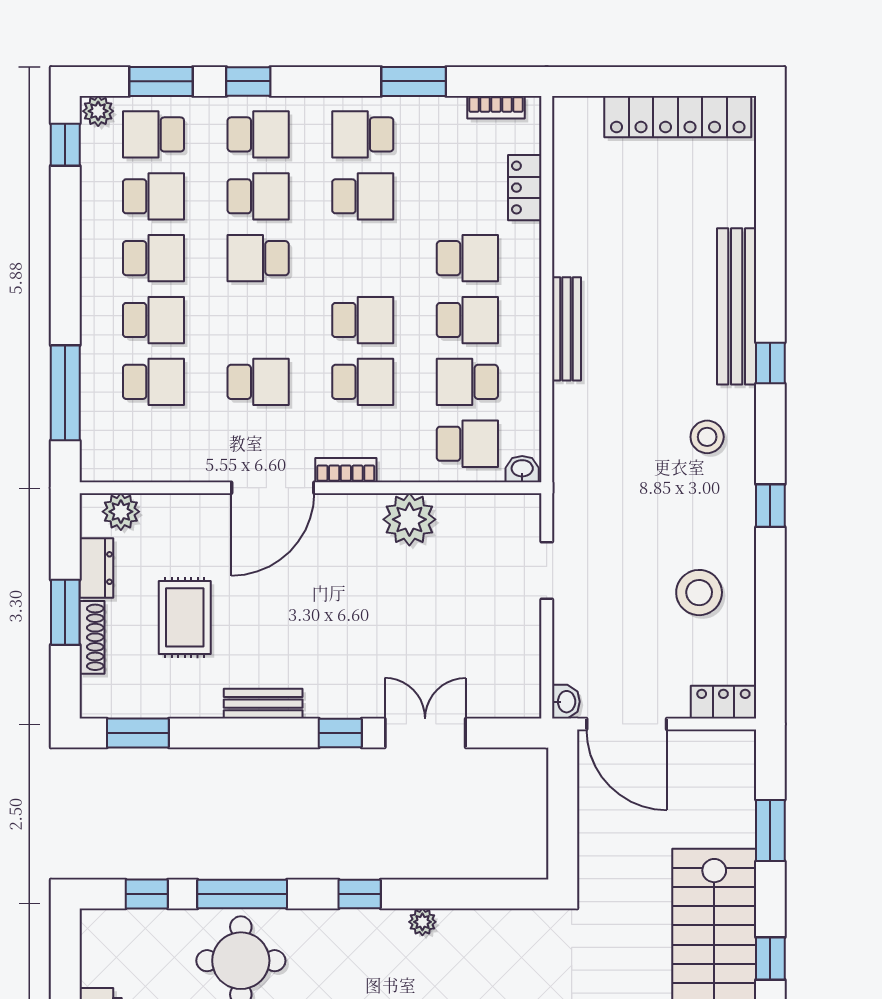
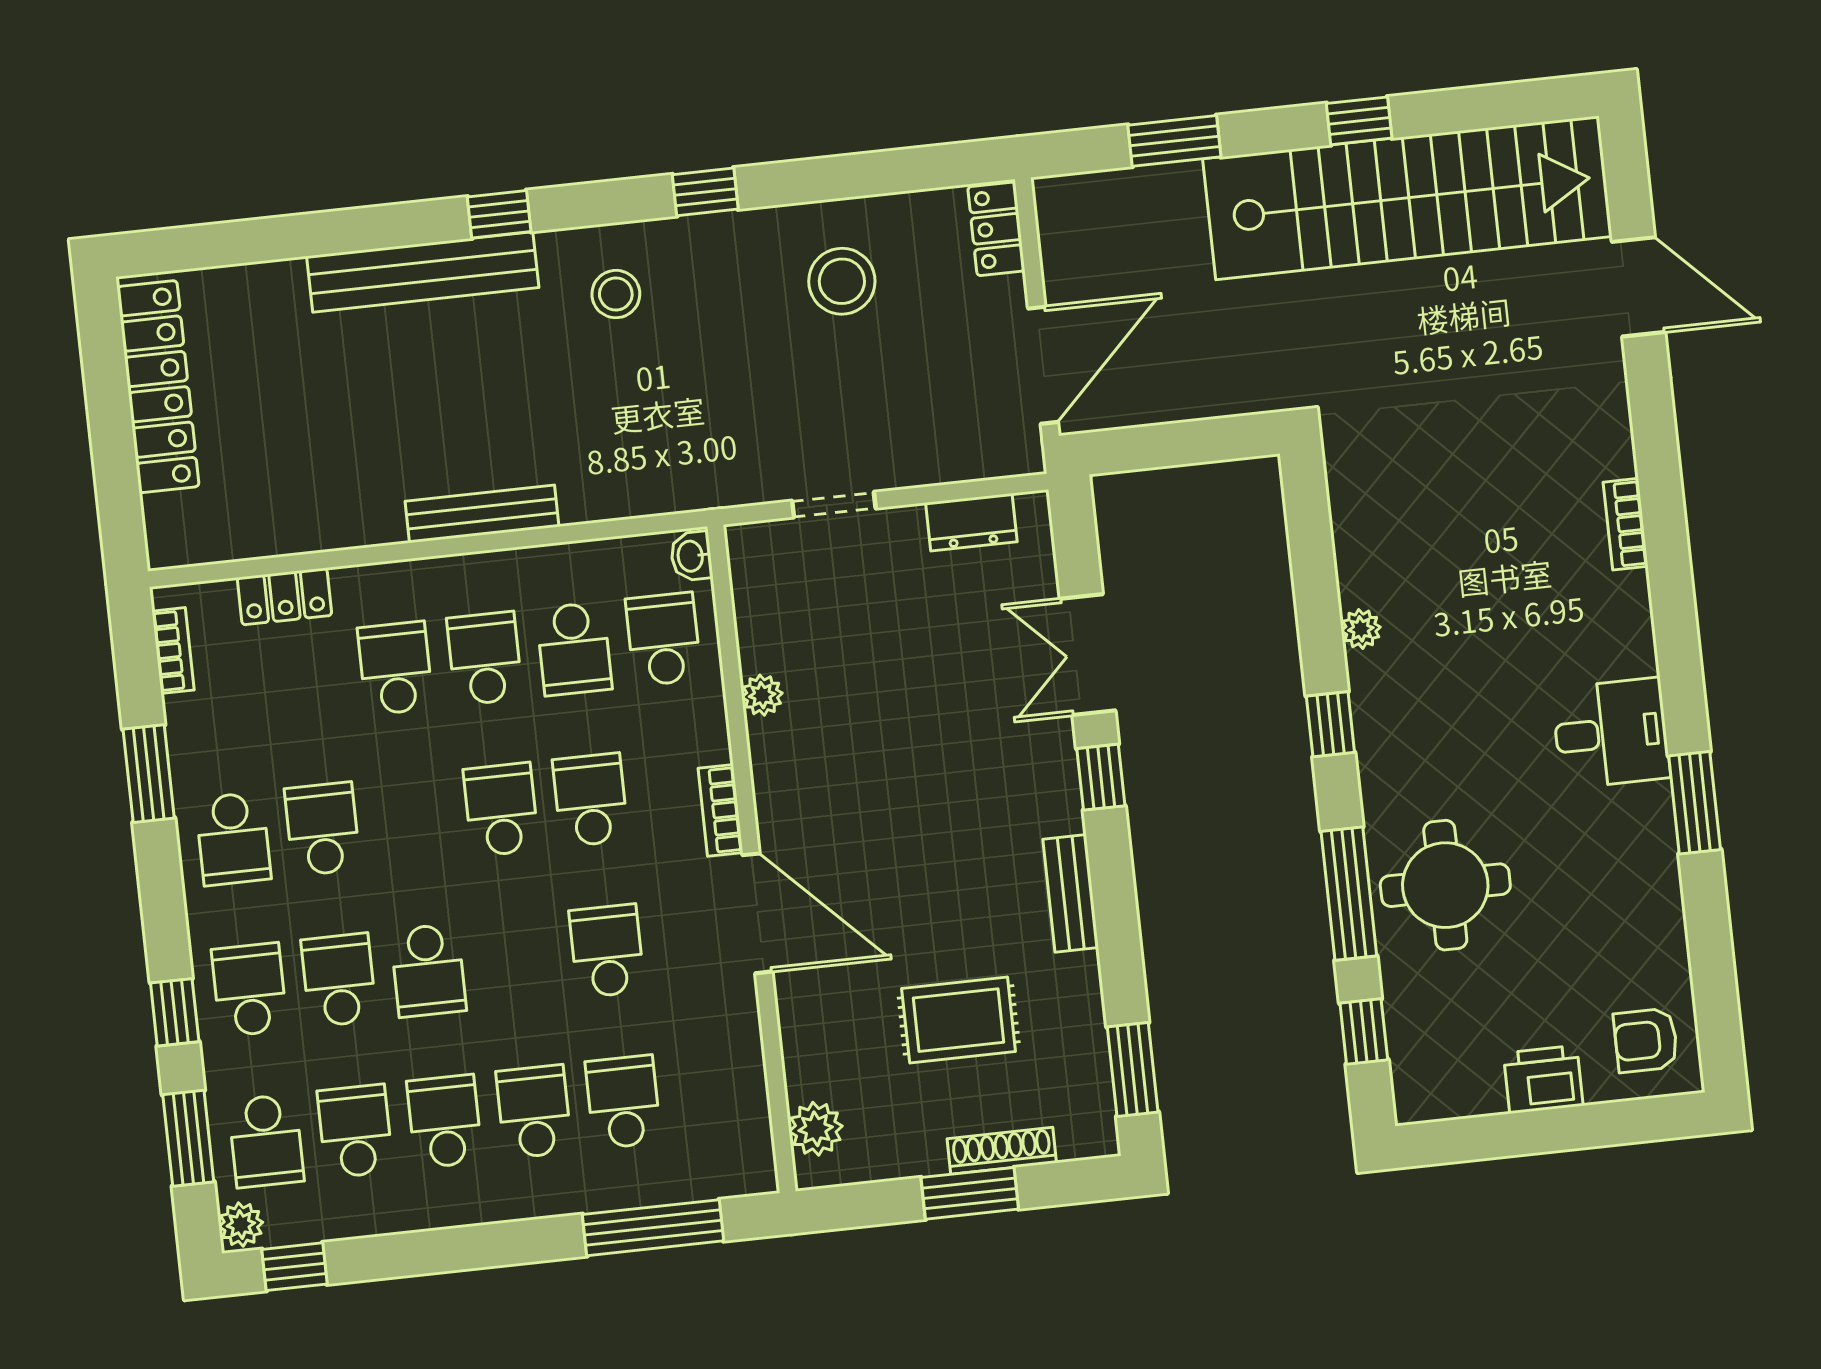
plant: (409, 519) -> (762, 695), width x0.53, depth x0.53
dresser: (96, 568) -> (971, 522), moved, turned 180
washbasin: (566, 702) -> (1020, 457), removed

